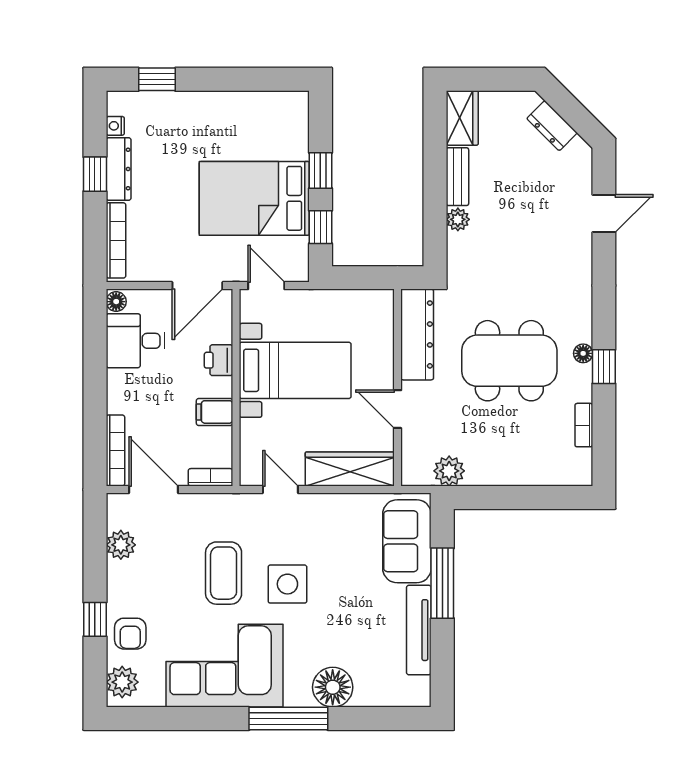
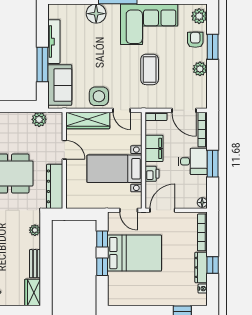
plant: (458, 219) -> (35, 230), moved
desk: (135, 341) -> (193, 161), moved
window: (95, 381) -> (213, 164), added
filing cabinet: (215, 412) -> (154, 148), width x2.00
plant: (121, 545) -> (200, 69), moved
side table: (287, 584) -> (99, 96), moved
window: (95, 619) -> (213, 47), width x1.50

